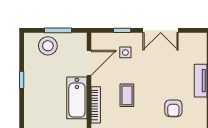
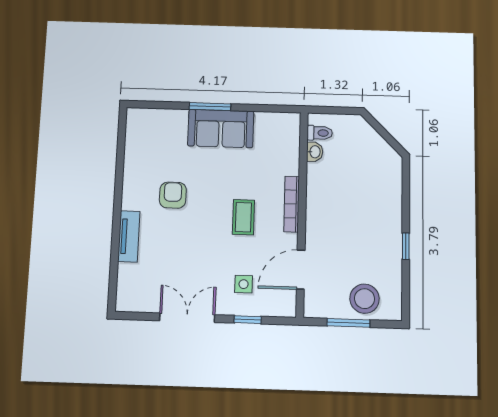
bathtub: (77, 98) -> (321, 216), removed

